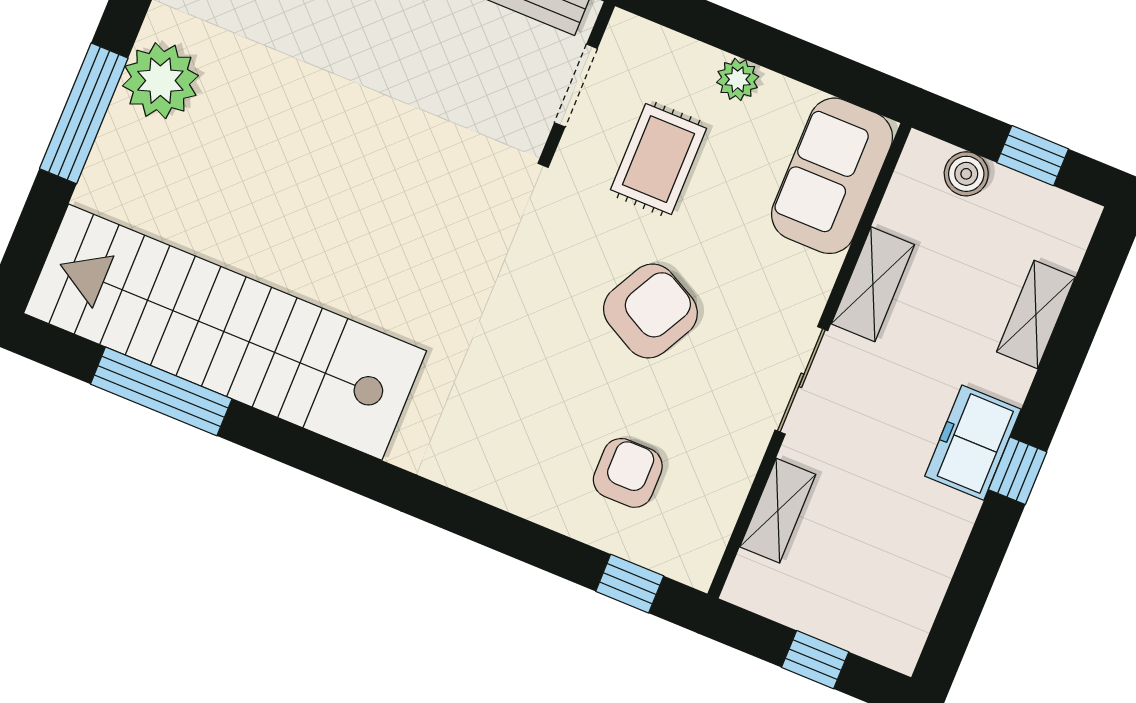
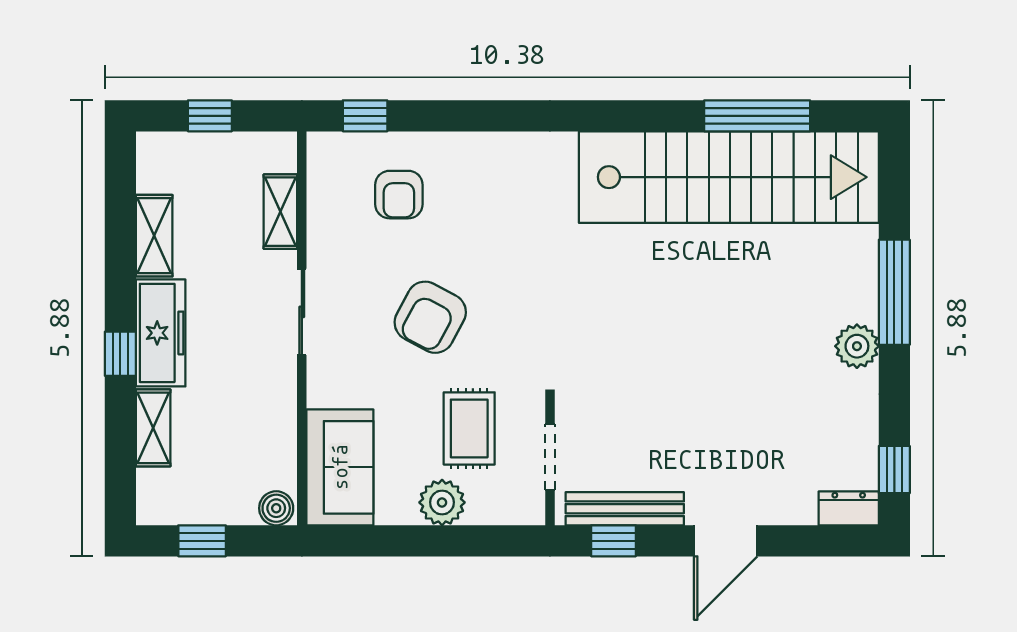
plant: (738, 79) -> (442, 502), width x1.38, depth x1.38
plant: (160, 81) -> (857, 346), width x0.73, depth x0.73
boiler: (966, 174) -> (276, 508), moved
shelving: (873, 284) -> (154, 236), moved
freezer: (973, 443) -> (161, 333), width x1.40
window: (1018, 471) -> (120, 354), moved

